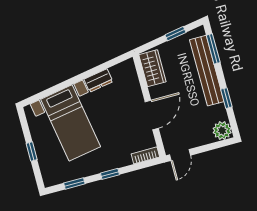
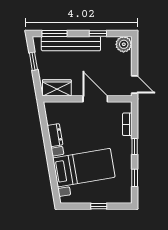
bookcase: (145, 155) -> (127, 124), moved

